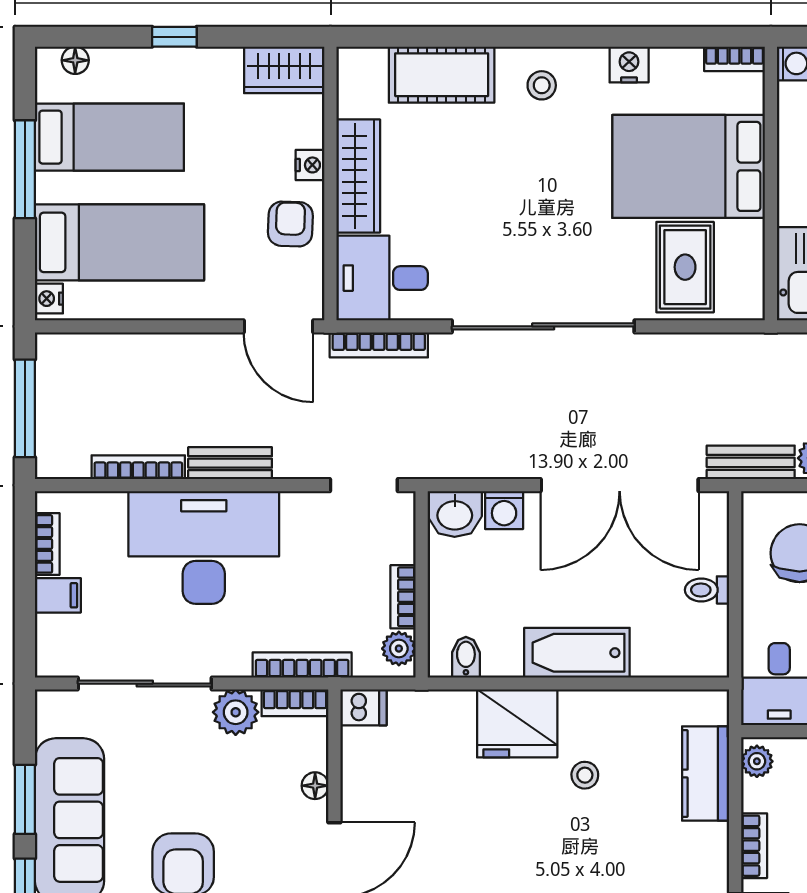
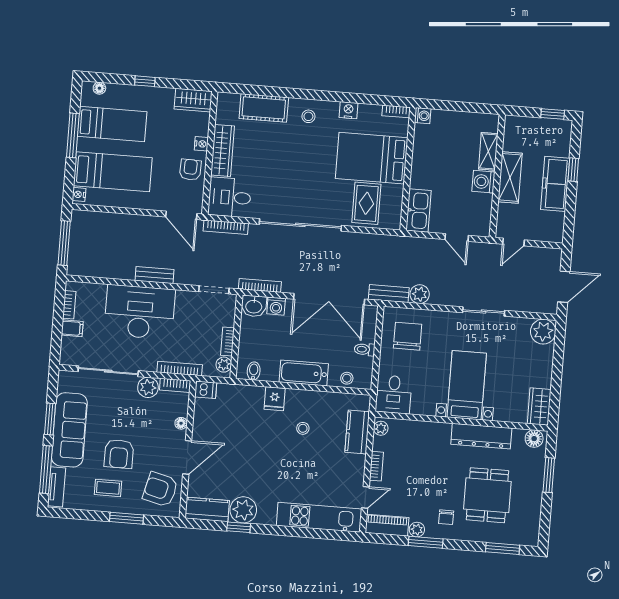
bookcase: (138, 467) -> (260, 285), moved
stool: (673, 657) -> (347, 378), added
fridge: (517, 723) -> (275, 399), width x0.53, depth x0.75

